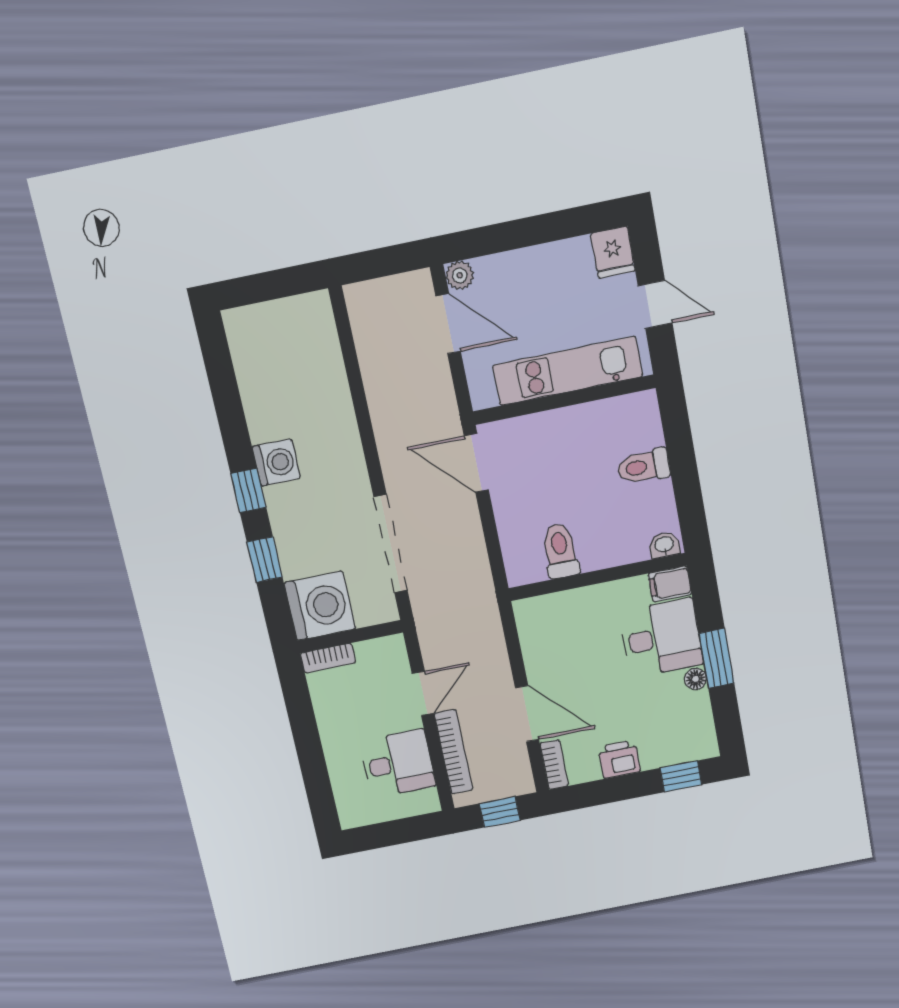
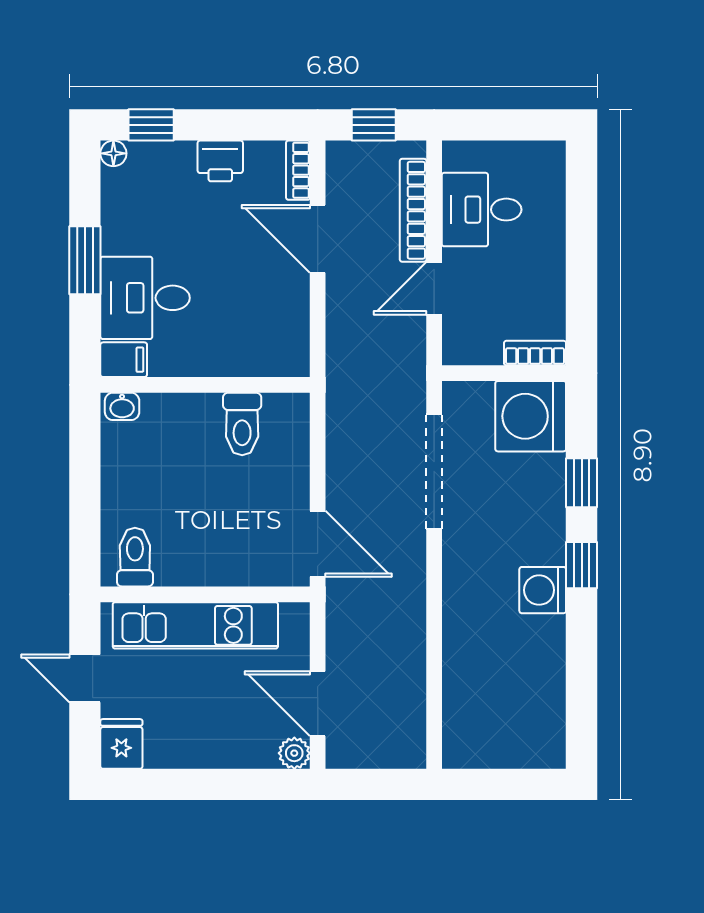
toilet: (643, 467) -> (135, 557), moved, turned -90
floor lamp: (696, 679) -> (113, 153), moved

